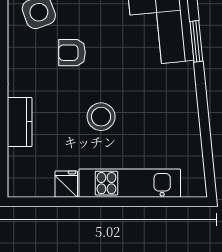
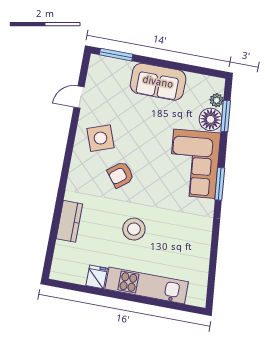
armchair: (72, 53) -> (121, 175), turned -38

